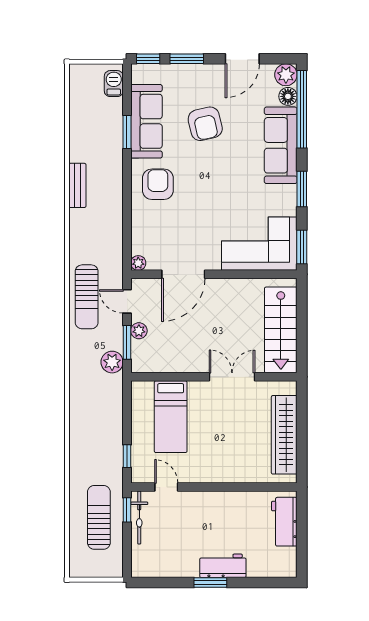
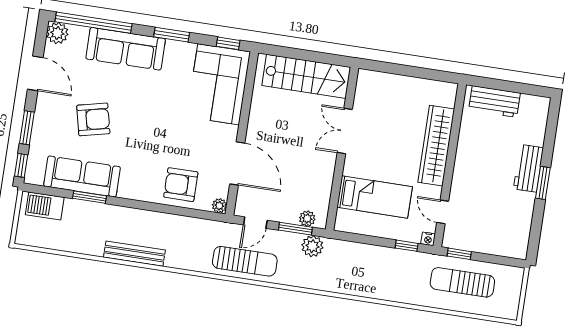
barbecue: (114, 84) -> (45, 206), width x1.38, depth x1.27
floor lamp: (288, 96) -> (79, 34), removed
armchair: (158, 184) -> (181, 185), moved
bench: (77, 185) -> (134, 254), width x1.36
window: (302, 247) -> (228, 43), width x0.67
plant: (139, 331) -> (307, 218), moved
wardrobe: (284, 435) -> (436, 146), moved, turned 90
nightstand: (137, 476) -> (428, 239), added
door: (166, 487) -> (443, 212), hinge flipped
bicycle: (139, 517) -> (469, 243), removed

